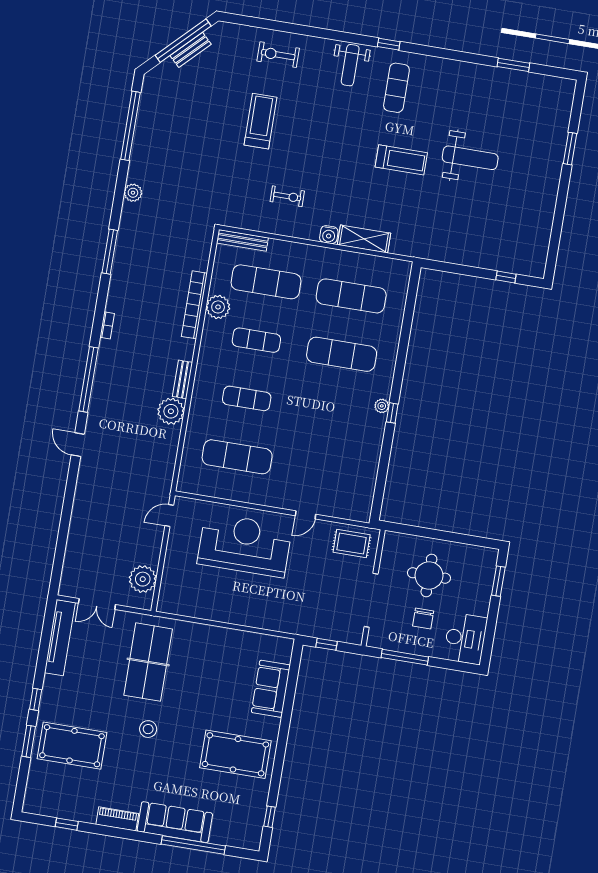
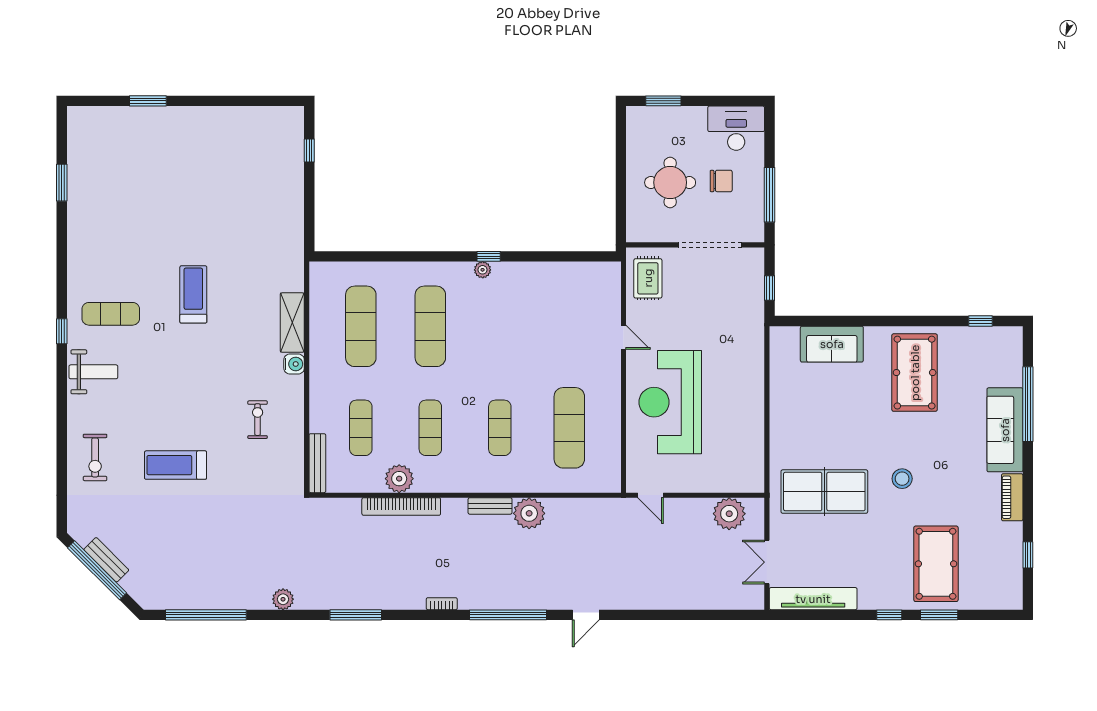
weight bench: (470, 158) -> (178, 215), removed
exercise mat: (266, 282) -> (361, 428), width x0.73, depth x0.69
double door: (97, 604) -> (767, 562), swing flipped

